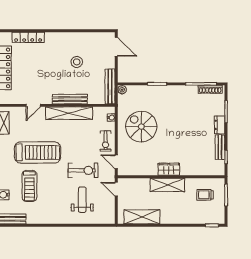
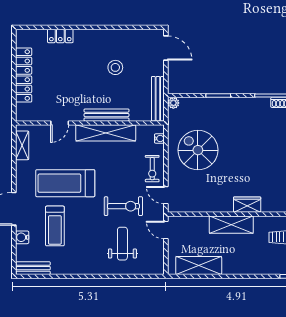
locker: (28, 37) -> (60, 36), width x0.66
treadmill: (38, 152) -> (65, 183), turned 180
wardrobe: (169, 169) -> (247, 205), moved

